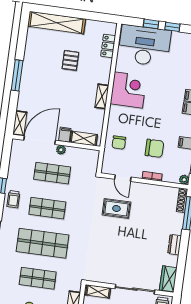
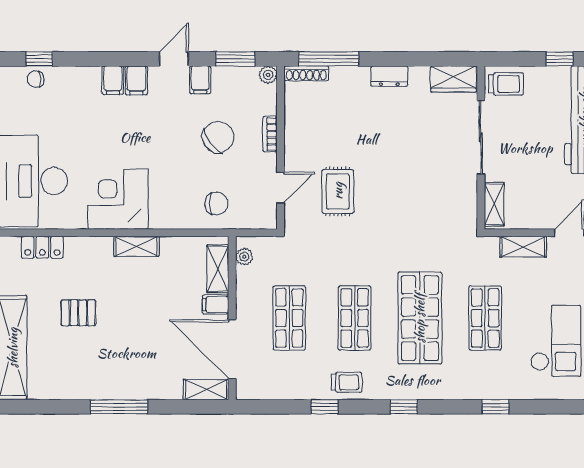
chair: (154, 148) -> (218, 137), turned 53
plant: (61, 150) -> (244, 257), moved

